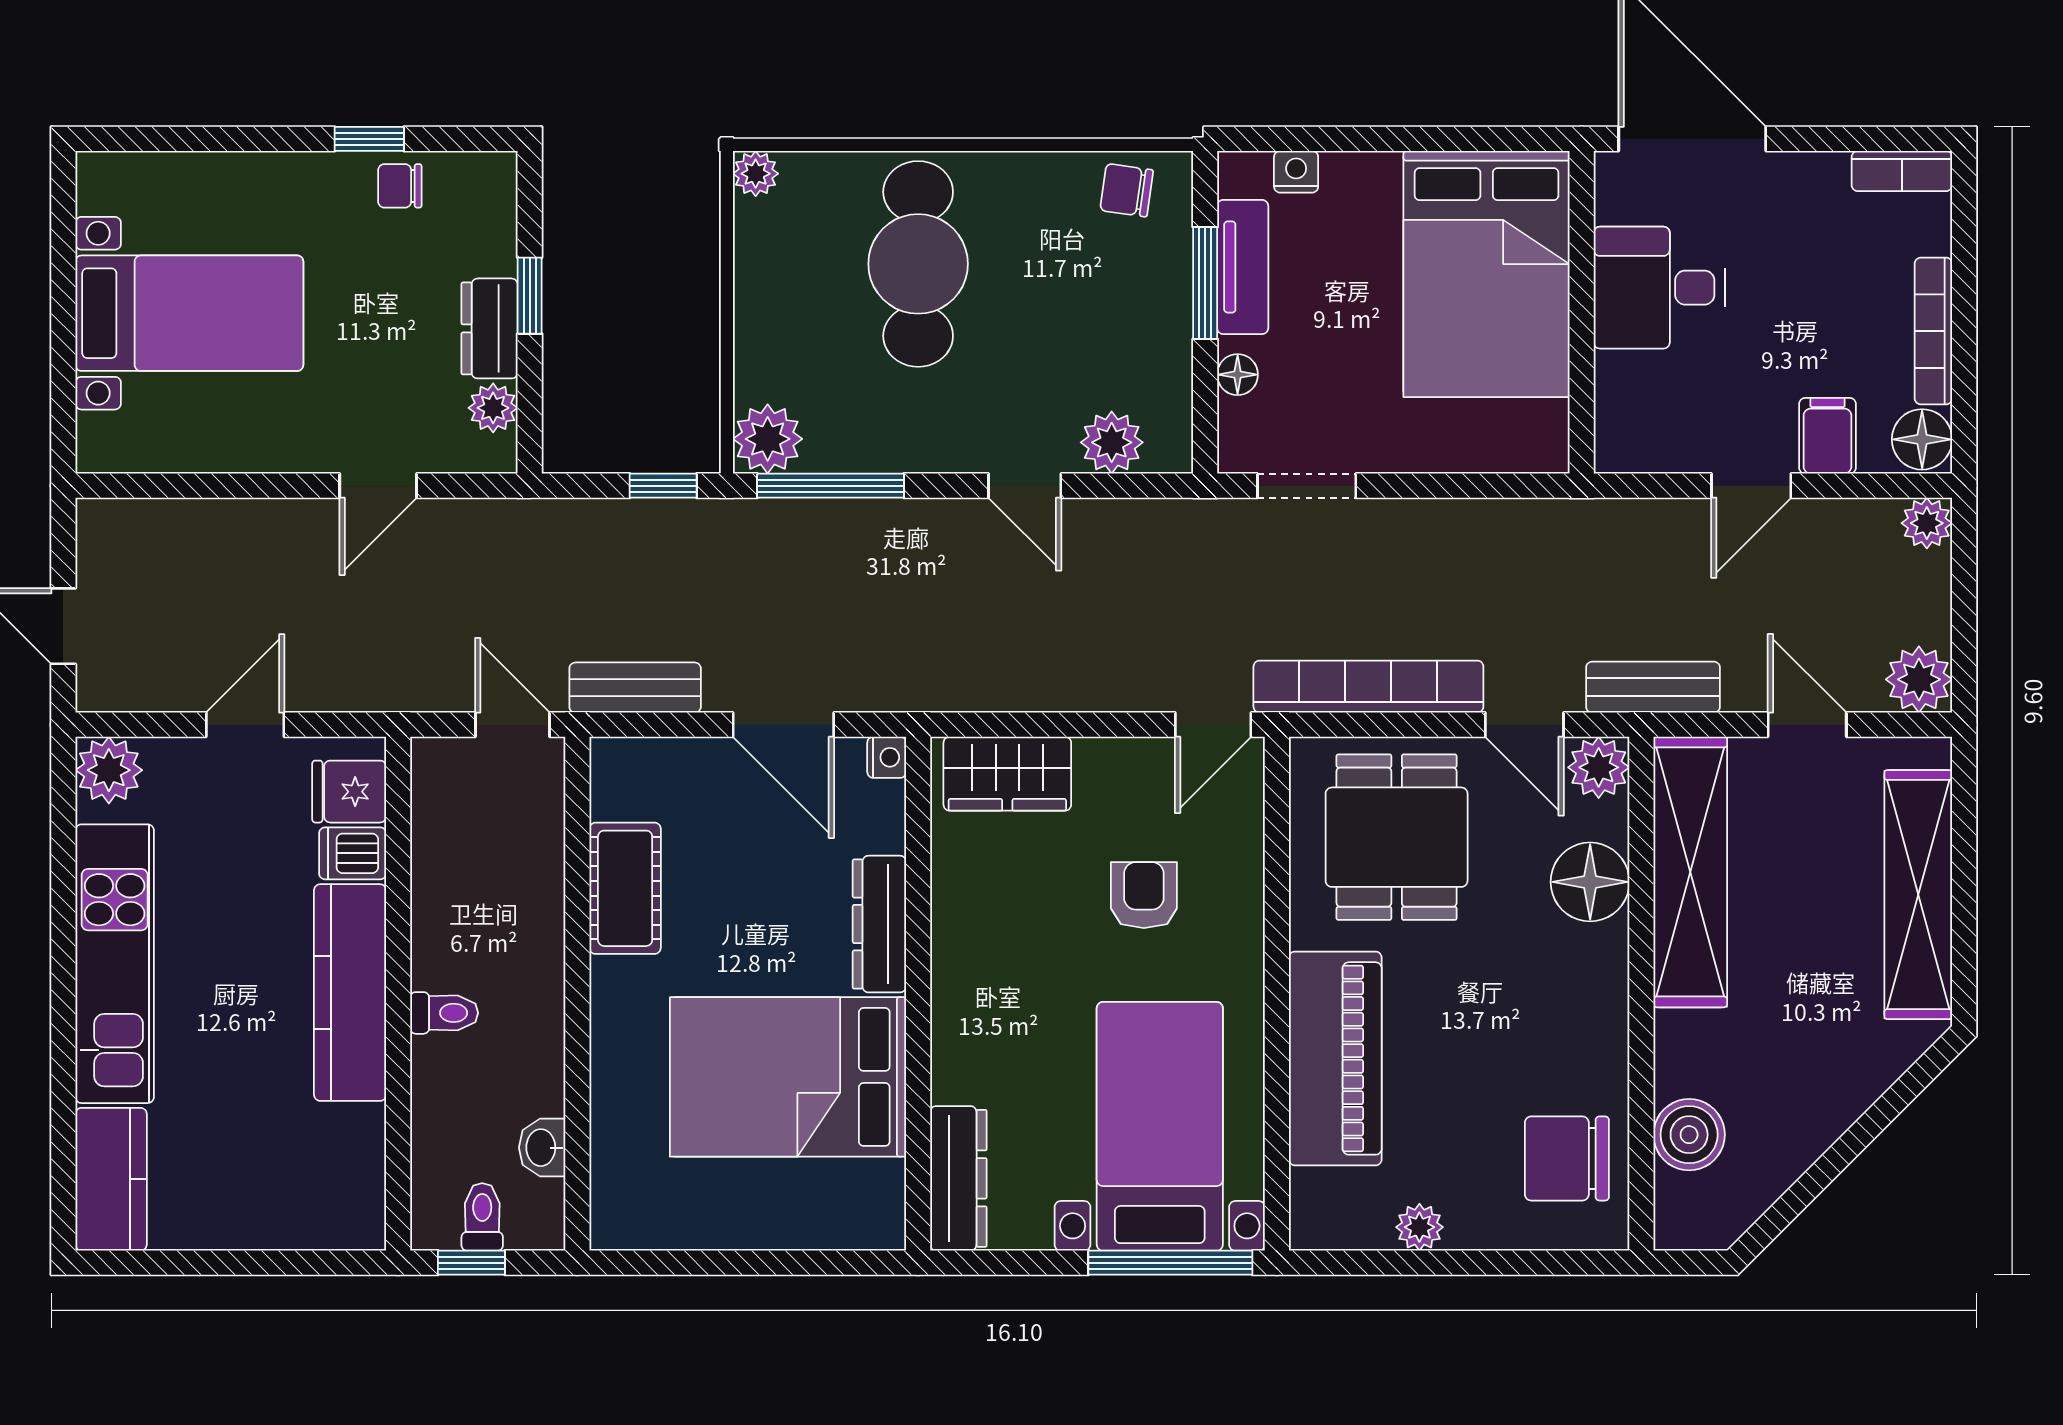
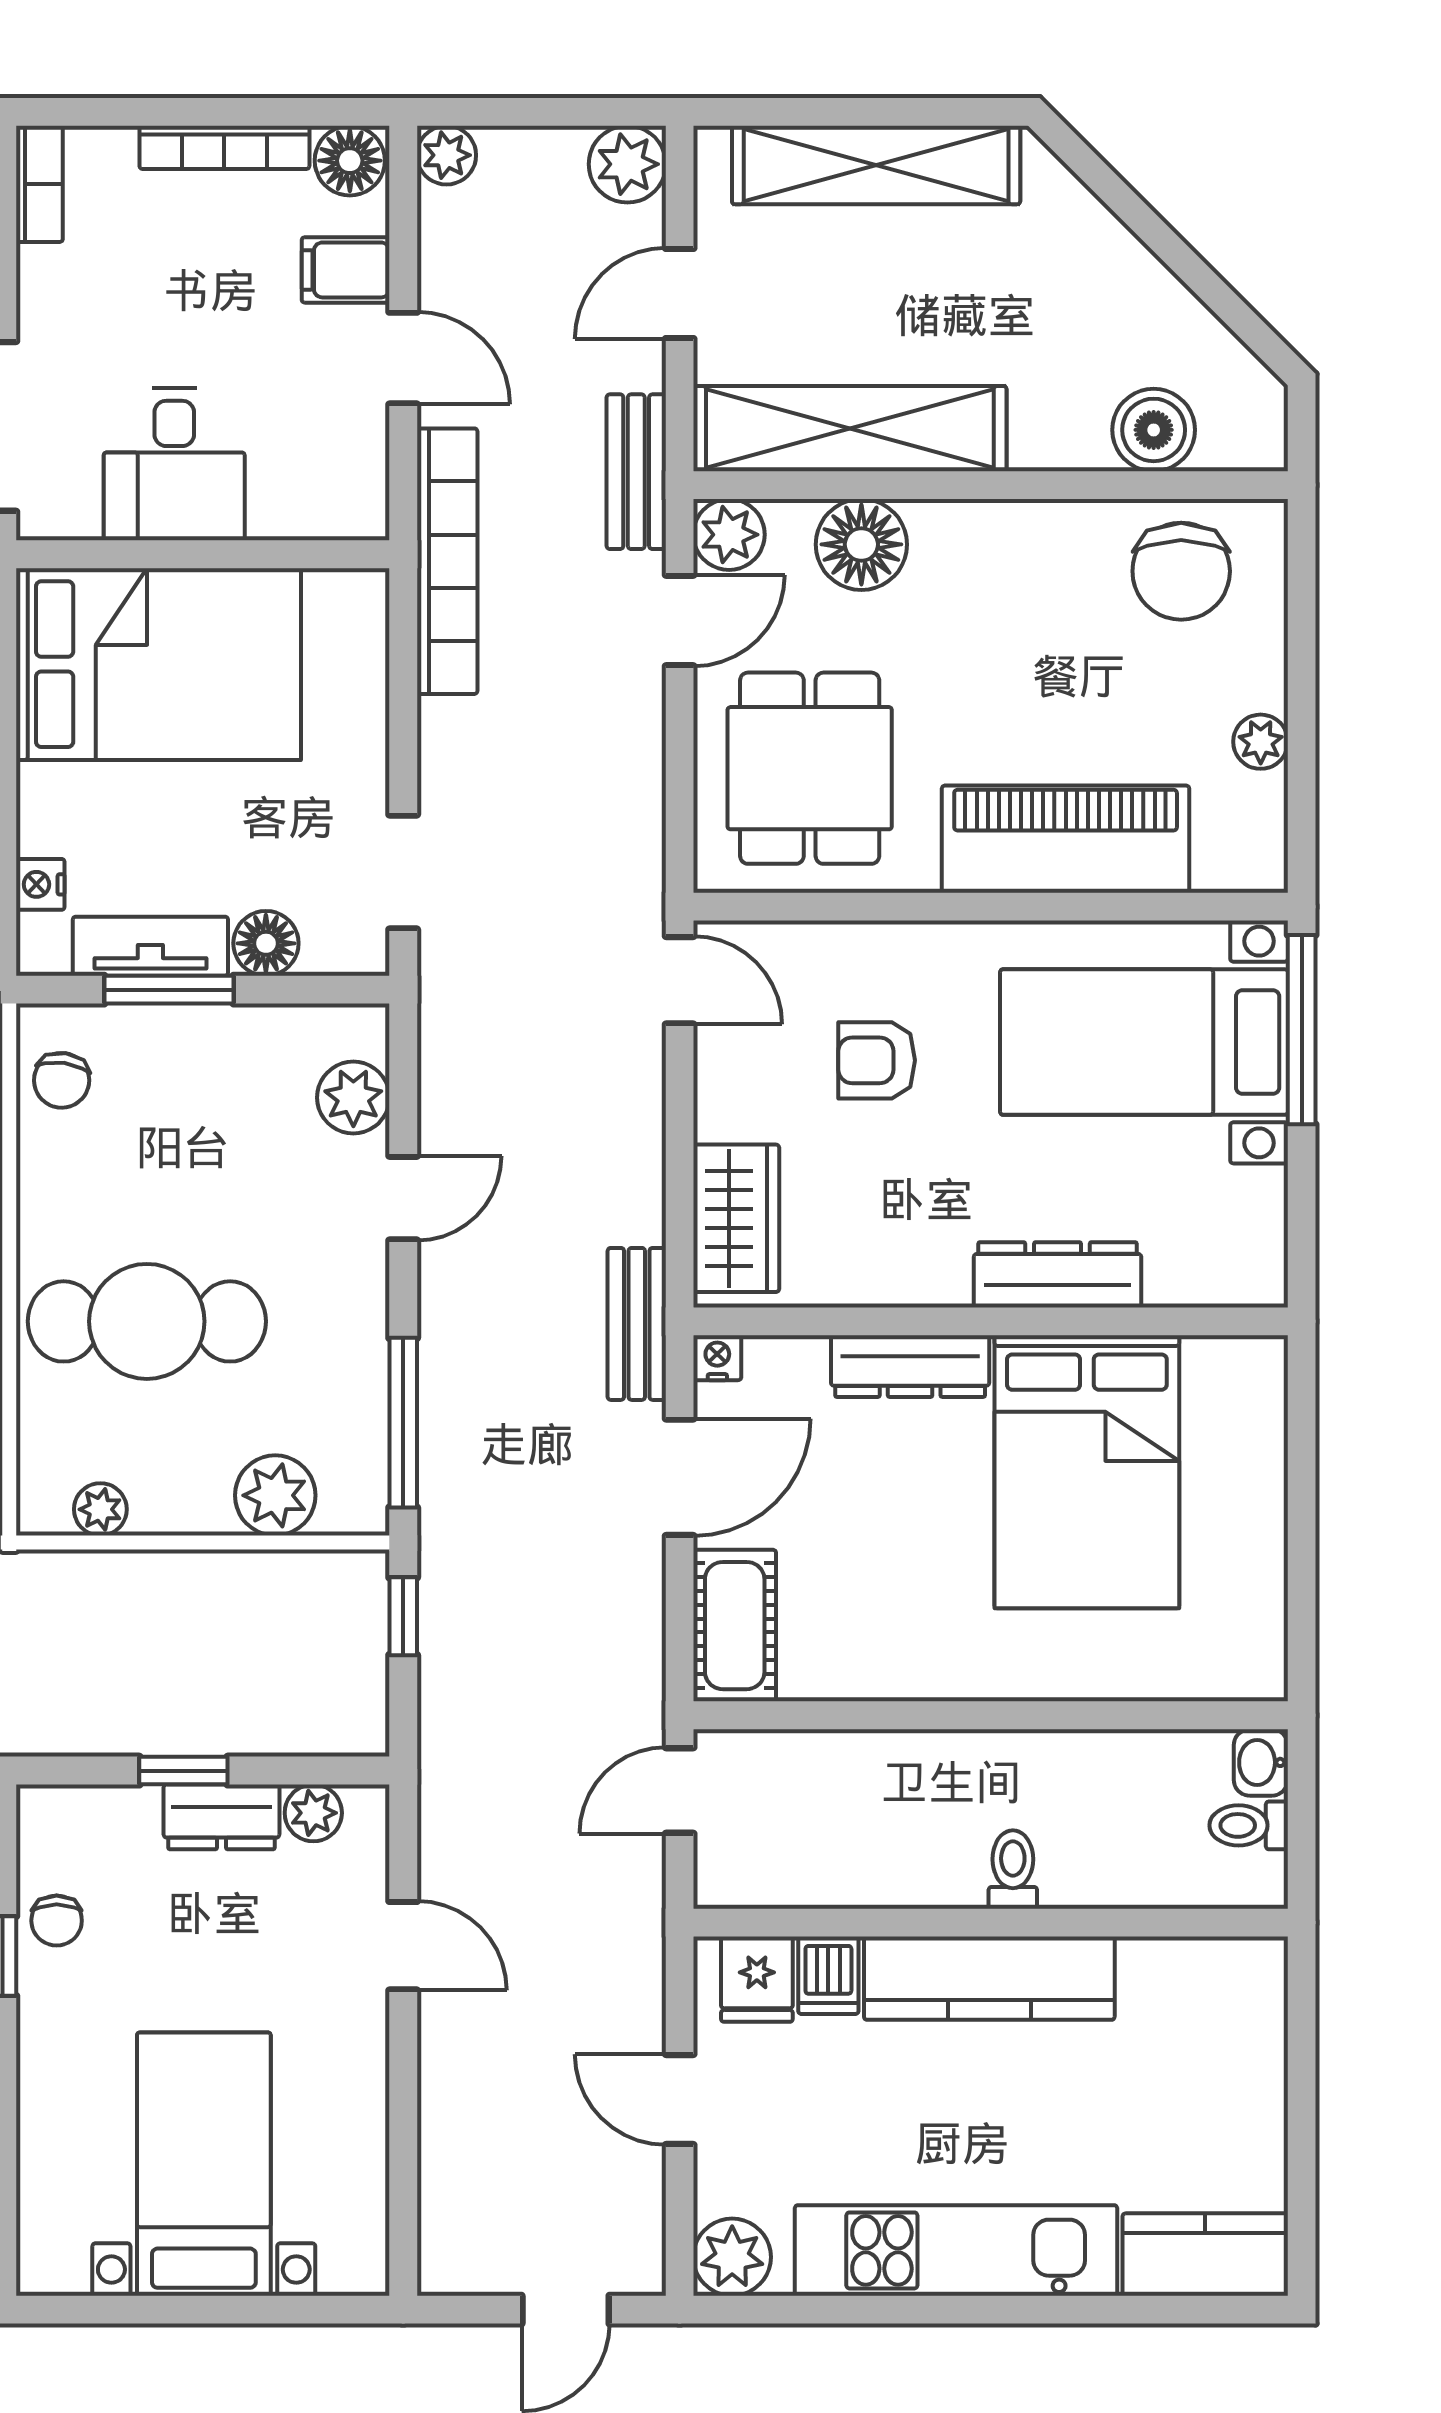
plant: (756, 174) -> (100, 1509), moved
floor lamp: (1238, 375) -> (266, 943), width x1.37, depth x1.37
plant: (768, 439) -> (275, 1495), moved
bookcase: (1368, 687) -> (447, 561), moved, turned 180
bench: (635, 688) -> (637, 1324), moved
dining table: (1397, 837) -> (810, 768), turned 90
cot: (625, 888) -> (735, 1626), moved, turned 90
washbasin: (542, 1148) -> (1261, 1762), moved, turned 90
dresser: (958, 1178) -> (1058, 1275), moved
window: (471, 1263) -> (1302, 1838), removed

